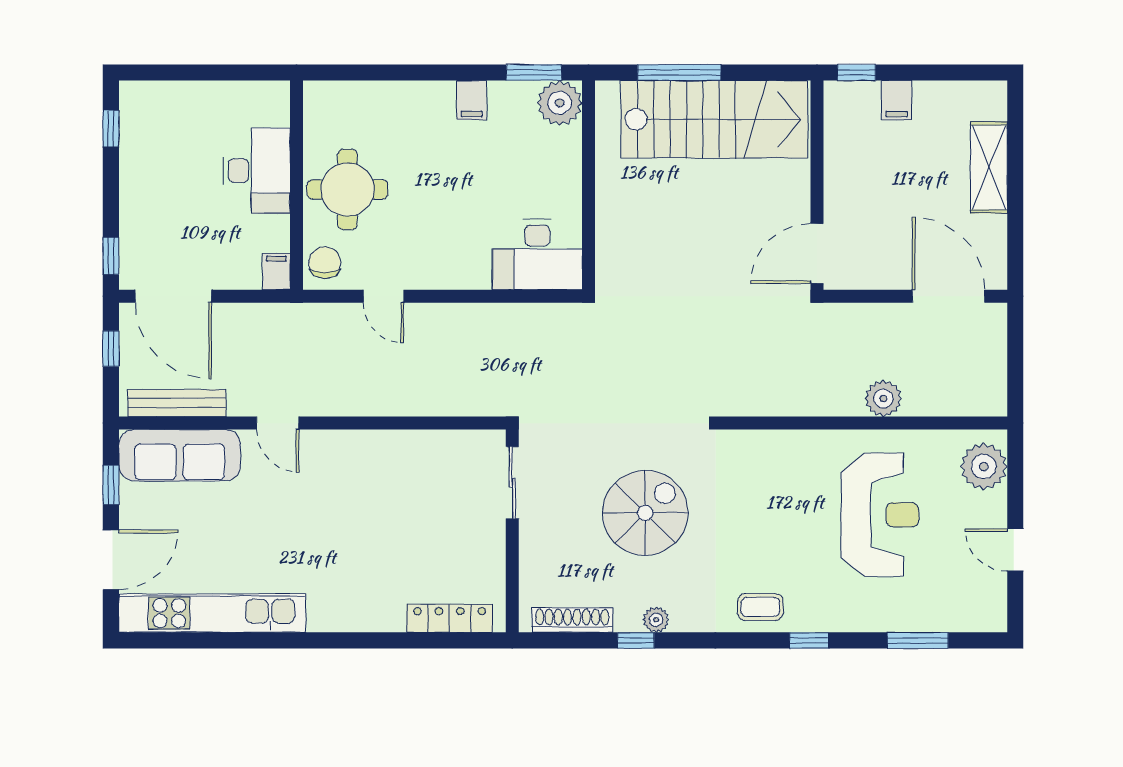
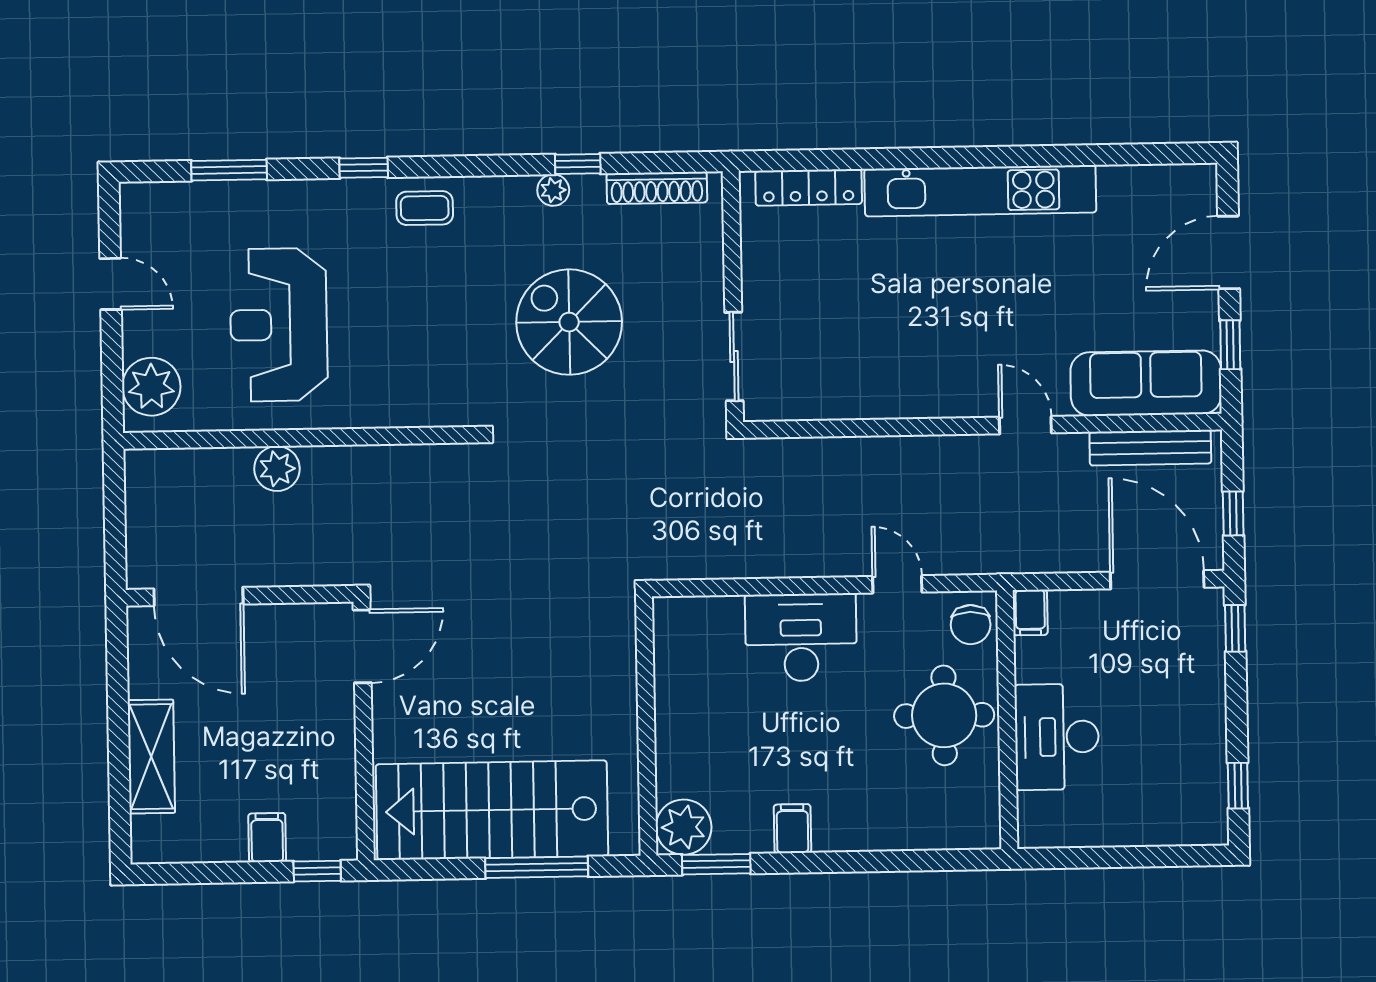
desk: (537, 255) -> (801, 637), moved
spiral stairs: (645, 513) -> (569, 322), turned 90
kitchen unit: (212, 613) -> (980, 191), moved

